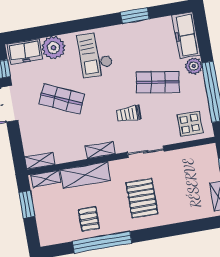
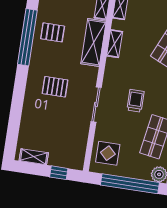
shelving: (100, 150) -> (115, 44), moved
pallet: (142, 198) -> (55, 87), width x0.67, depth x0.71

